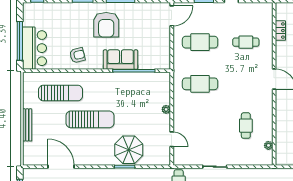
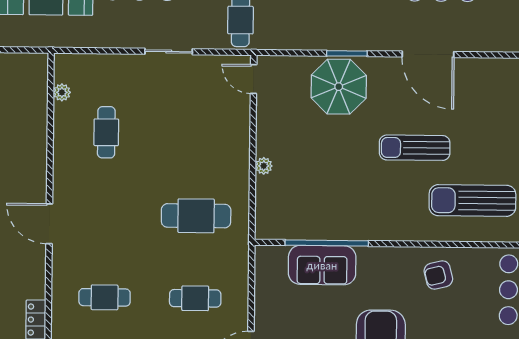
cafe table: (200, 42) -> (195, 298), width x0.73, depth x0.74
sofa: (121, 60) -> (322, 265), moved
sun lounger: (90, 119) -> (415, 148), width x0.73, depth x0.75
door: (172, 139) -> (254, 79), moved
door: (61, 167) -> (428, 54), moved

